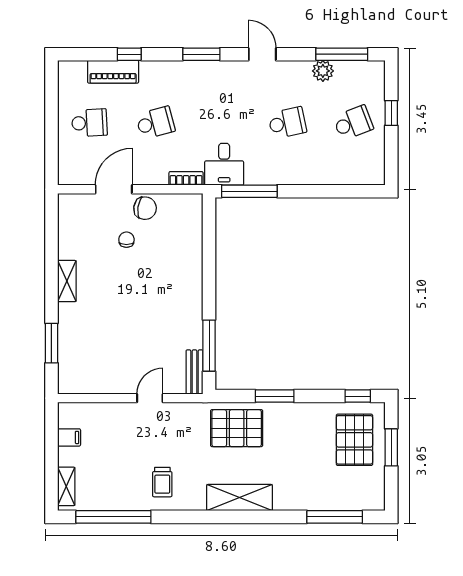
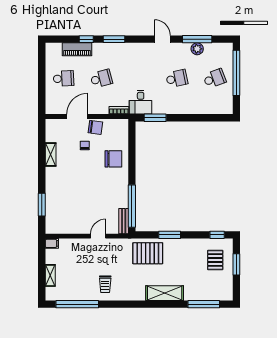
window: (201, 54) -> (114, 39), moved
window: (342, 54) -> (197, 39), moved
window: (391, 113) -> (236, 73), width x3.17
window: (249, 191) -> (155, 118), width x0.69
chair: (177, 263) -> (113, 159), added
shelving: (67, 281) -> (51, 154), moved
window: (209, 346) -> (132, 206), width x1.46
filing cabinet: (69, 437) -> (52, 243), moved
pallet: (354, 440) -> (215, 260), width x0.67, depth x0.71
shelving: (66, 486) -> (50, 275), moved
shelving: (239, 498) -> (165, 293), moved

